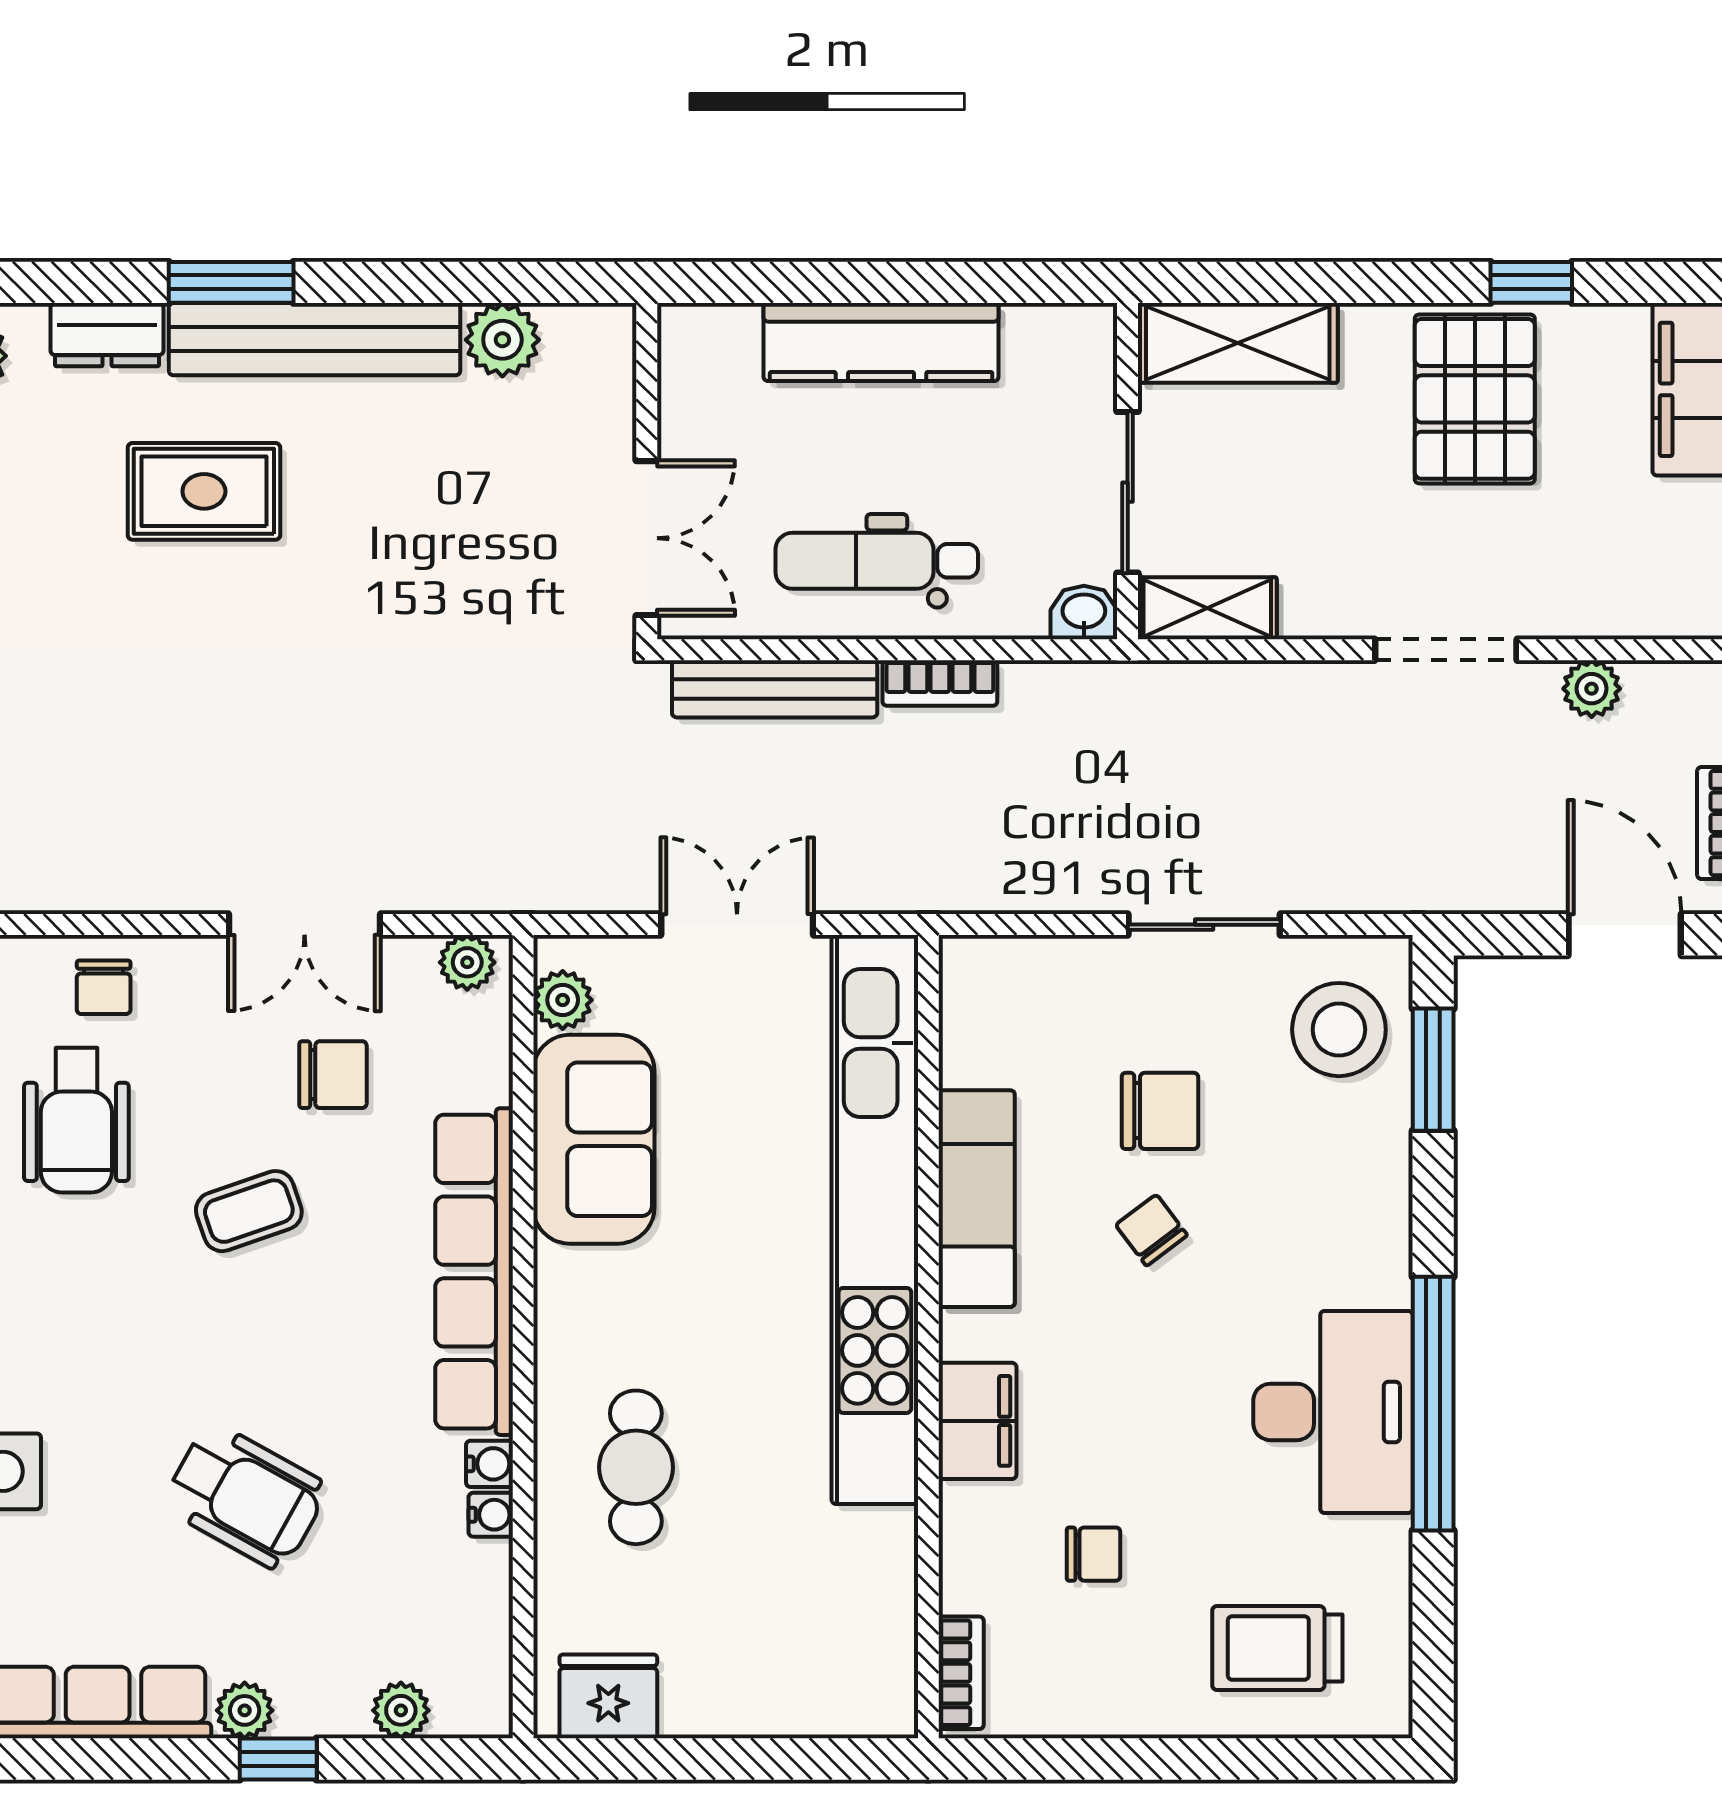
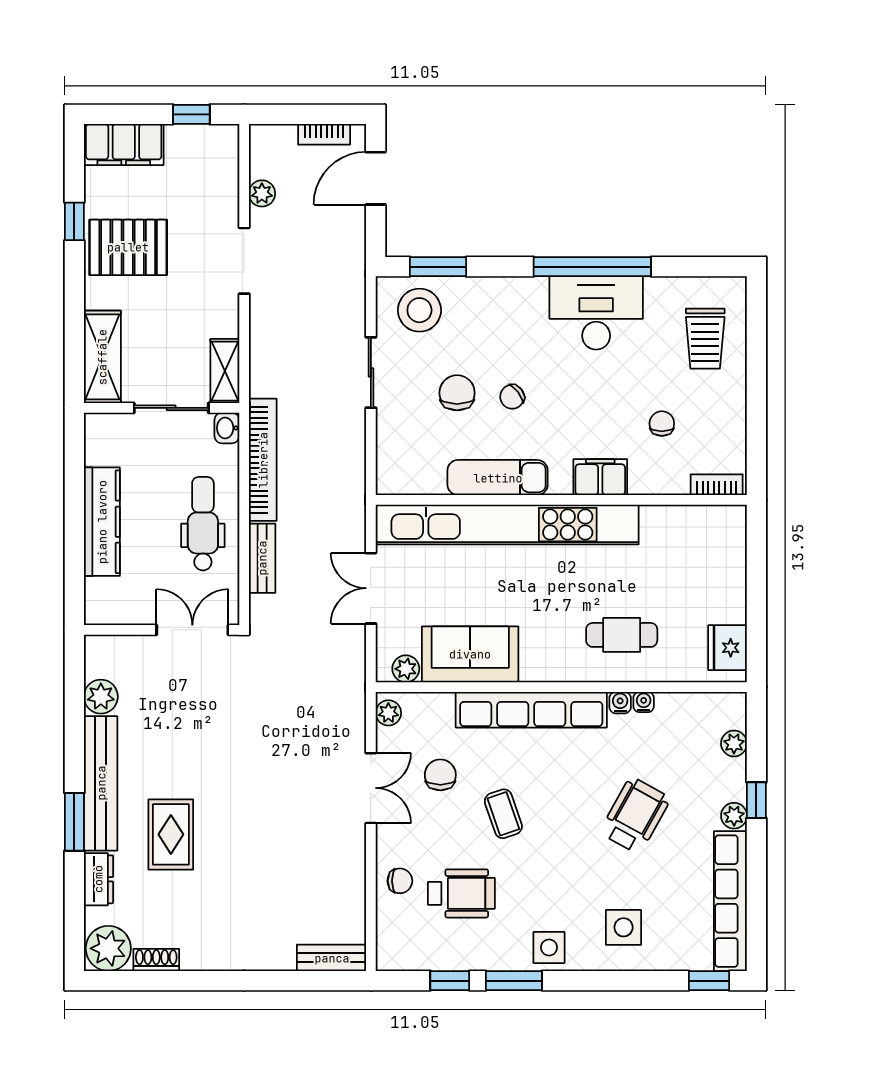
dental chair: (877, 561) -> (203, 524), turned 180
bookcase: (940, 683) -> (263, 460), width x2.31, depth x1.31
bench: (775, 689) -> (262, 558), width x0.73

